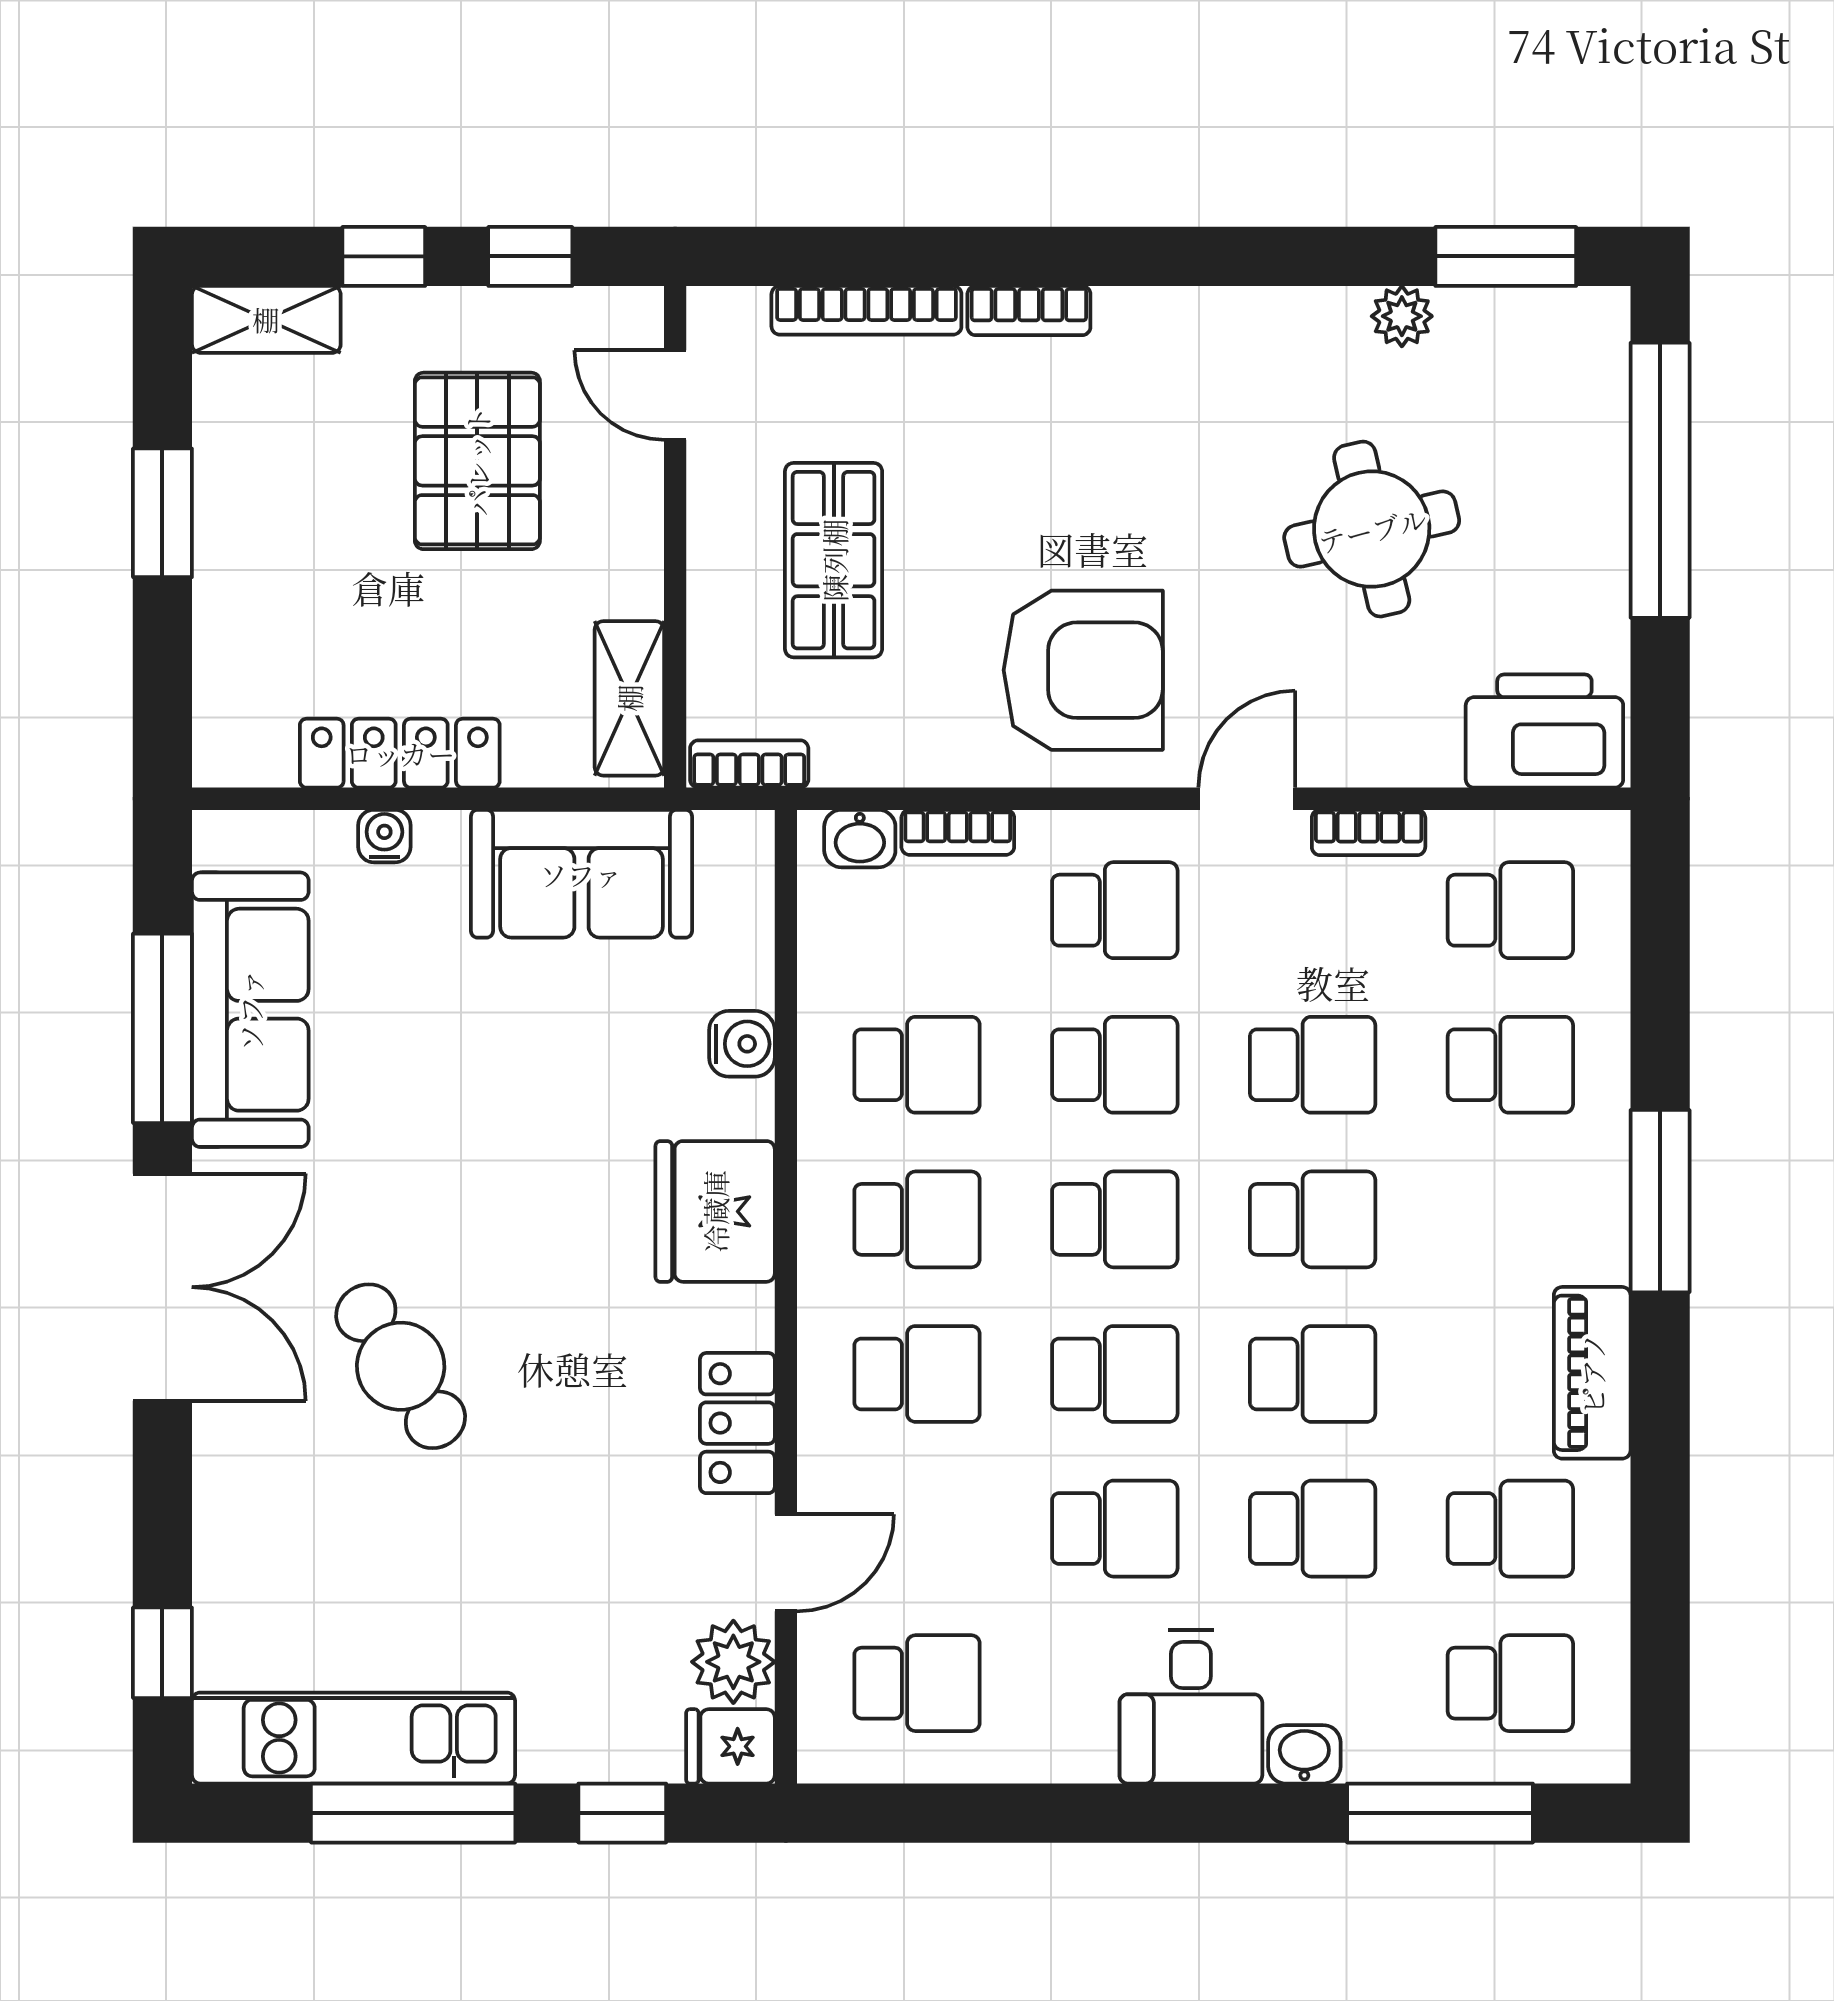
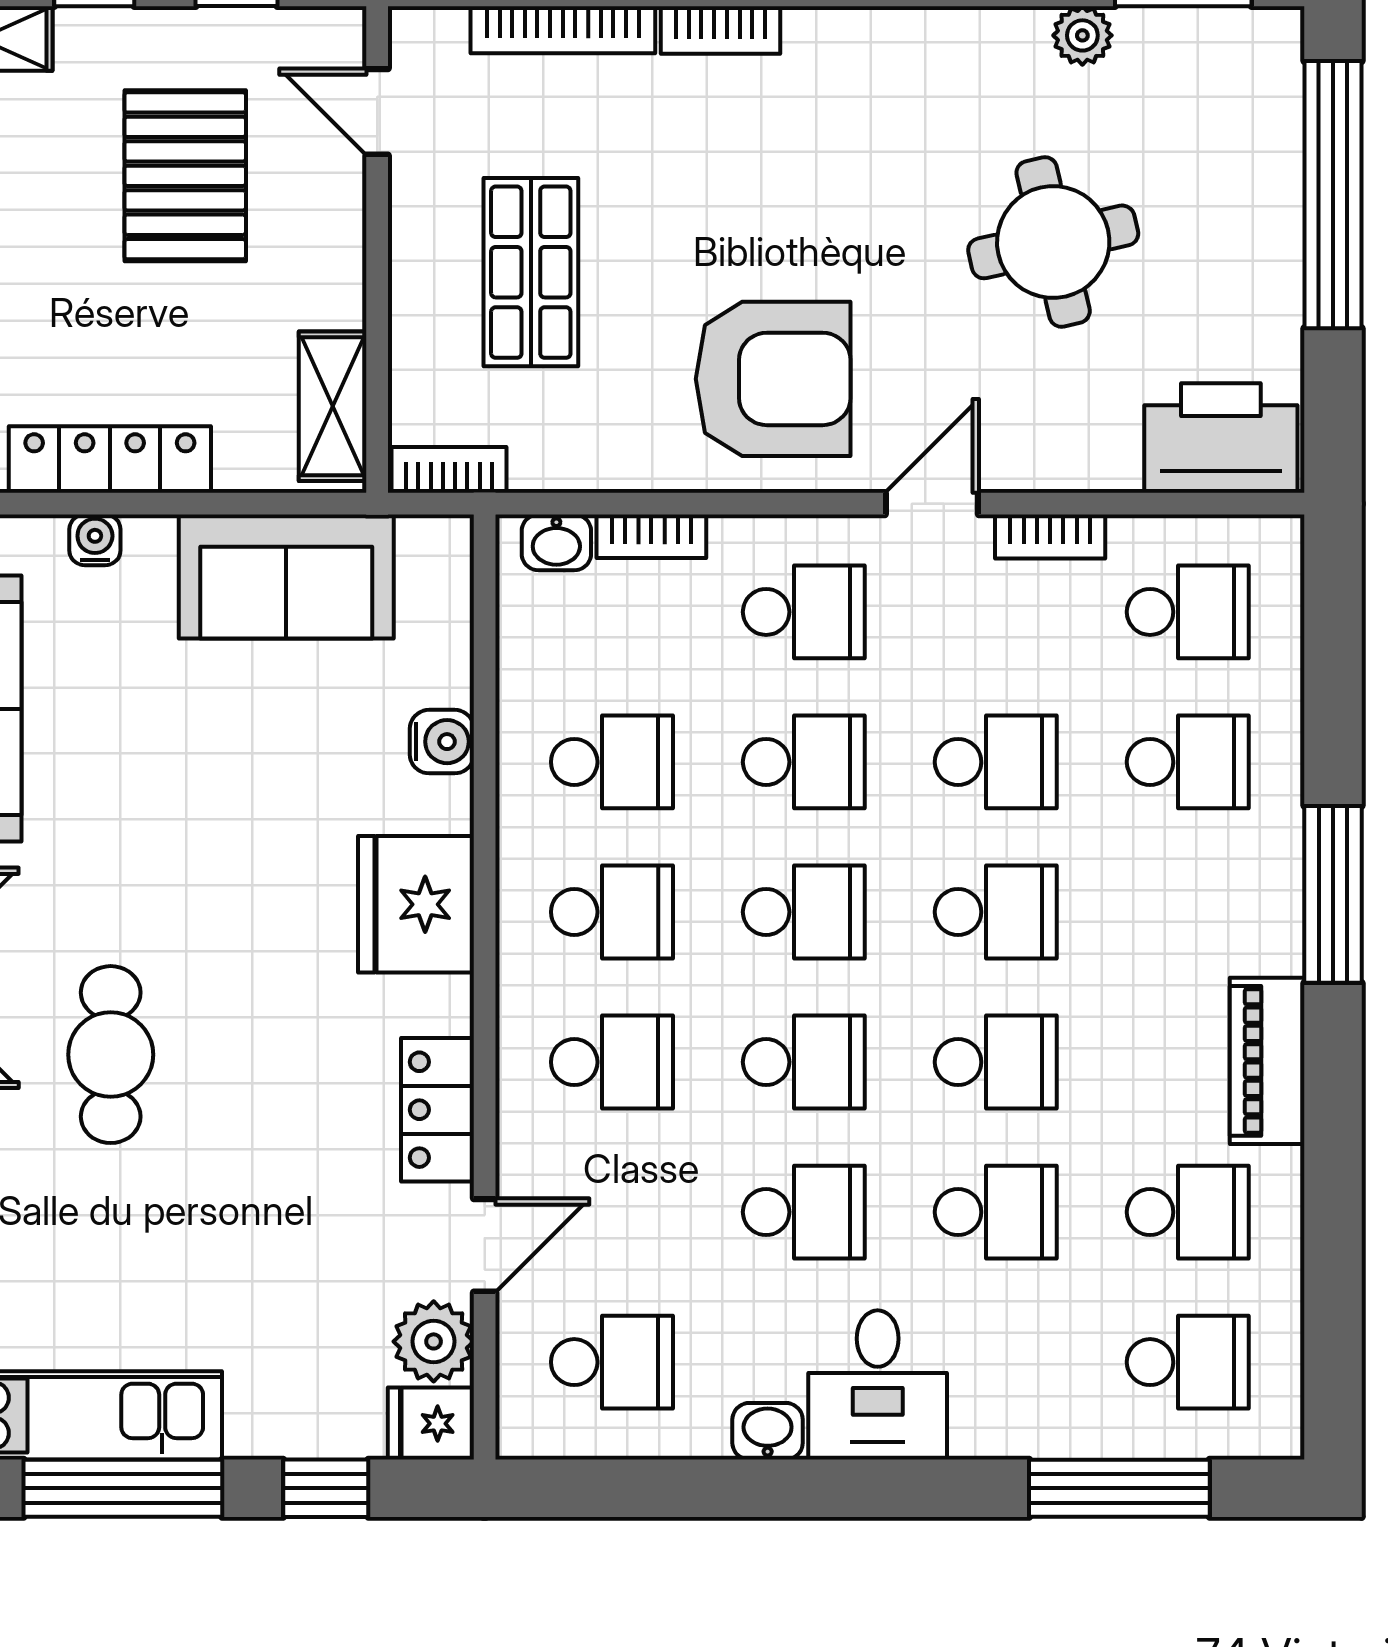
cafe table: (401, 1366) -> (111, 1055), turned 33
washbasin: (1304, 1754) -> (768, 1431), moved

